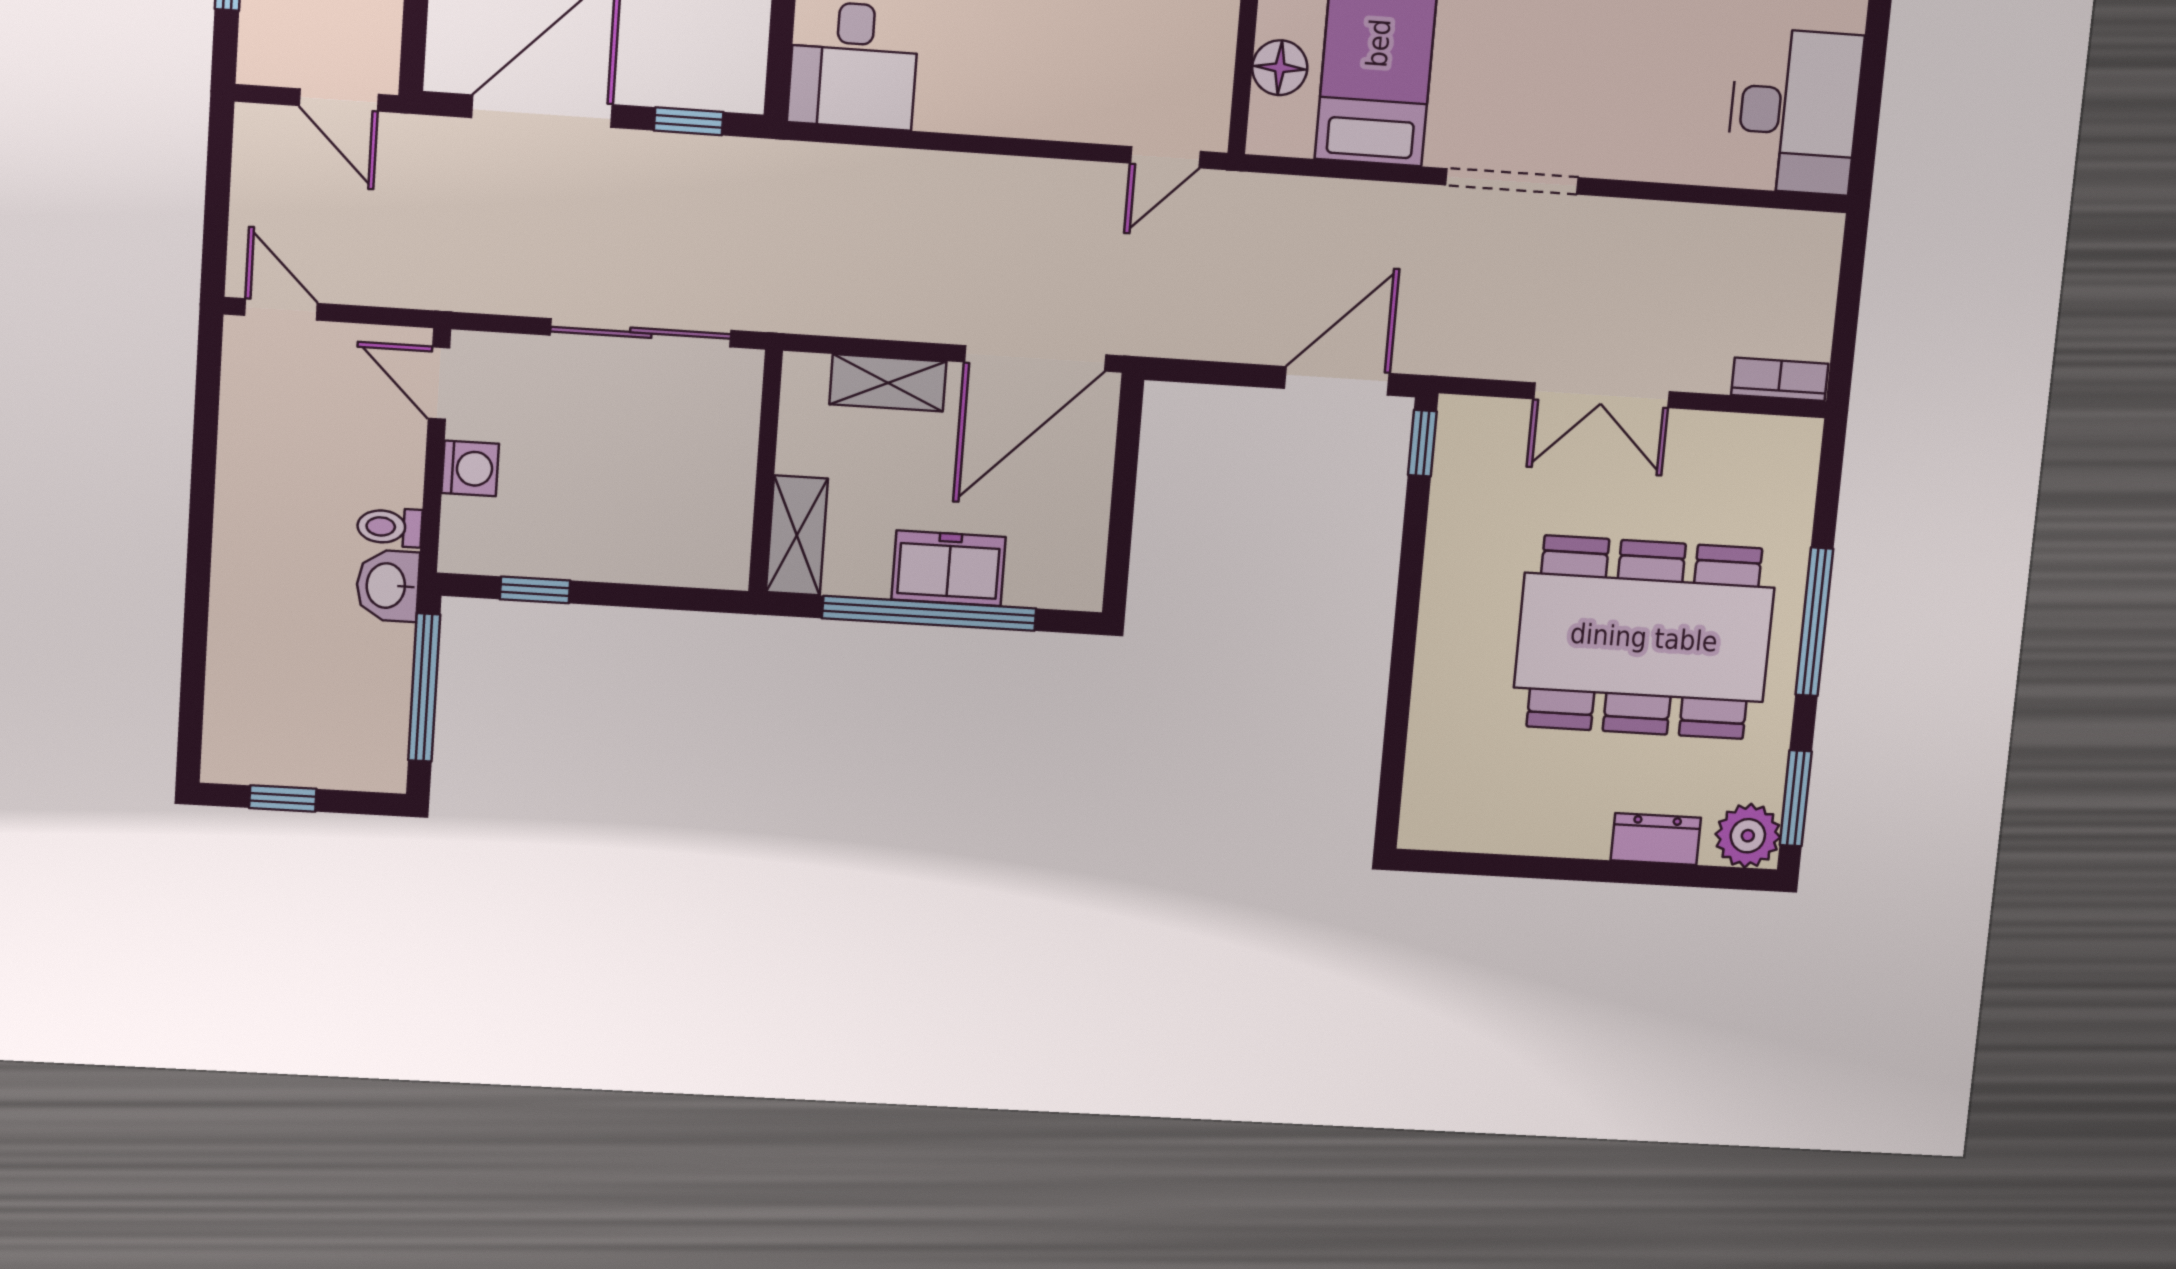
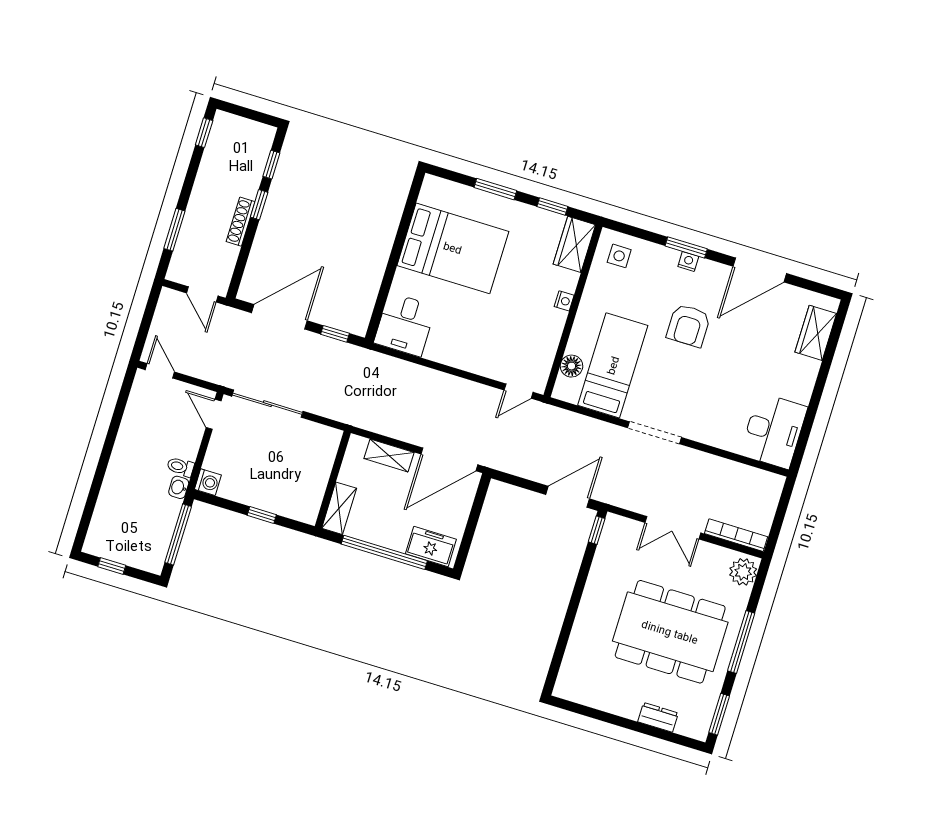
sliding door: (641, 333) -> (267, 404), moved
bookcase: (1780, 379) -> (736, 535), width x1.56
washing machine: (470, 468) -> (208, 482), moved
freezer: (949, 568) -> (431, 547), moved
washbasin: (388, 586) -> (179, 487), width x0.72, depth x0.69
window: (535, 590) -> (262, 515), moved
plant: (1748, 836) -> (743, 572), moved

